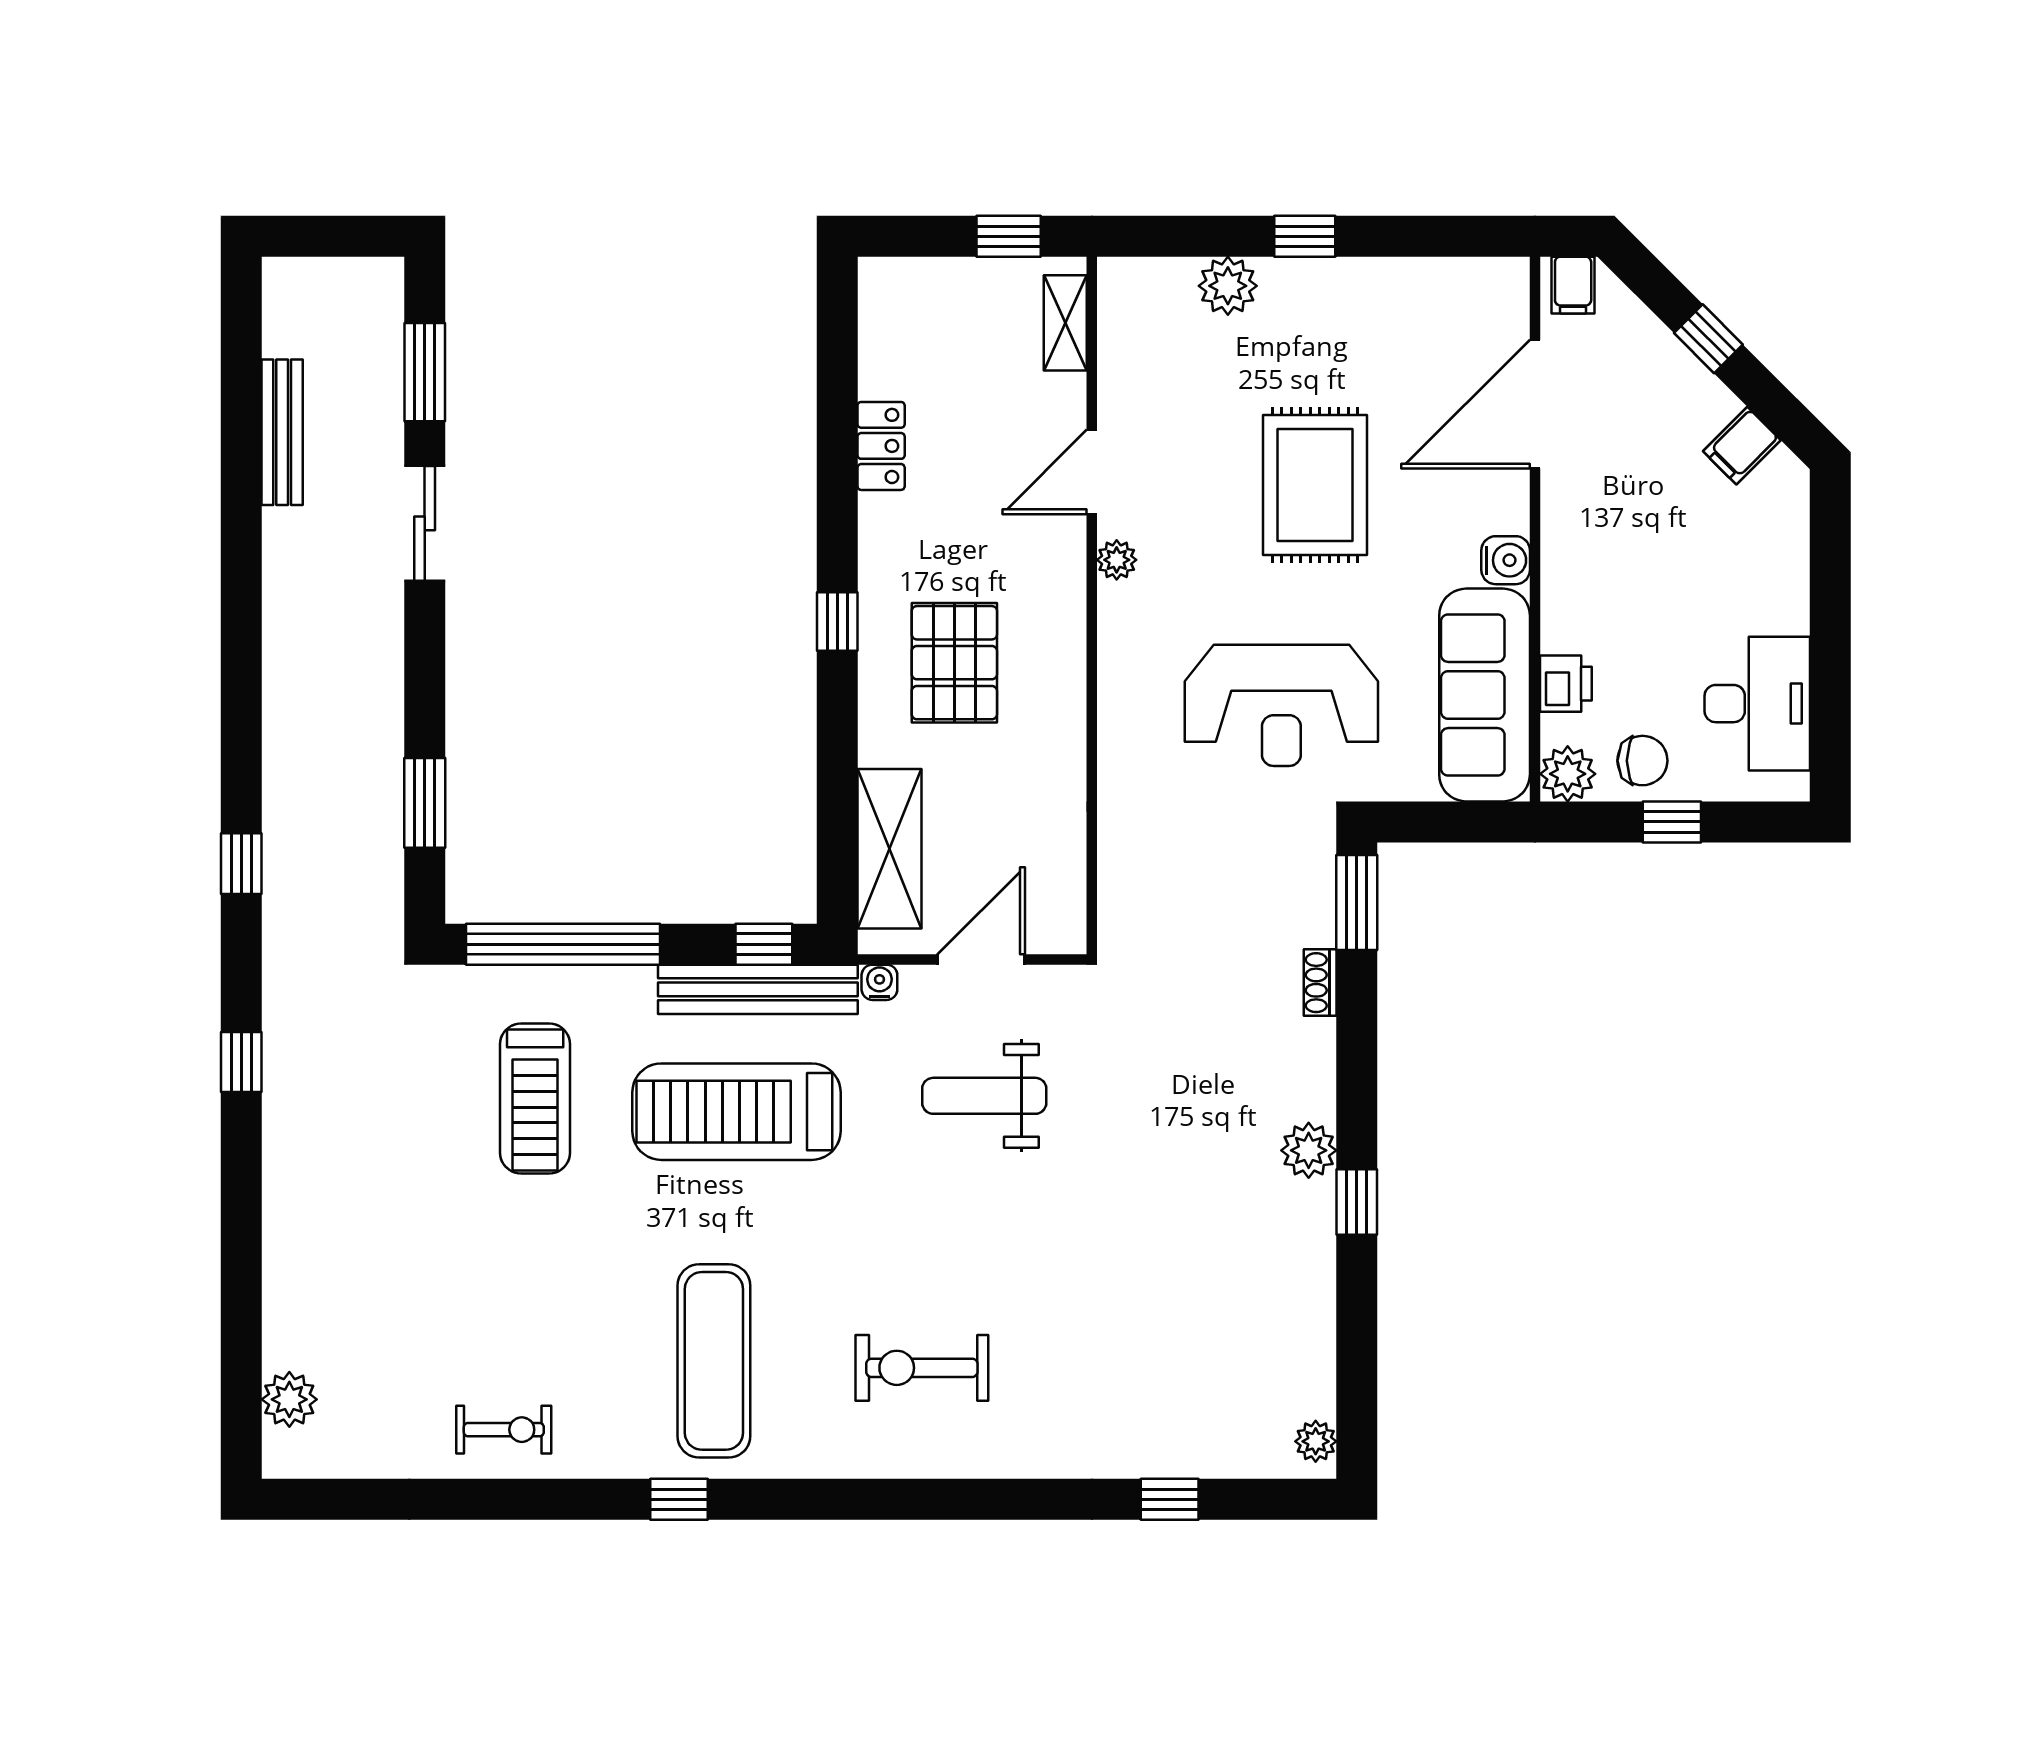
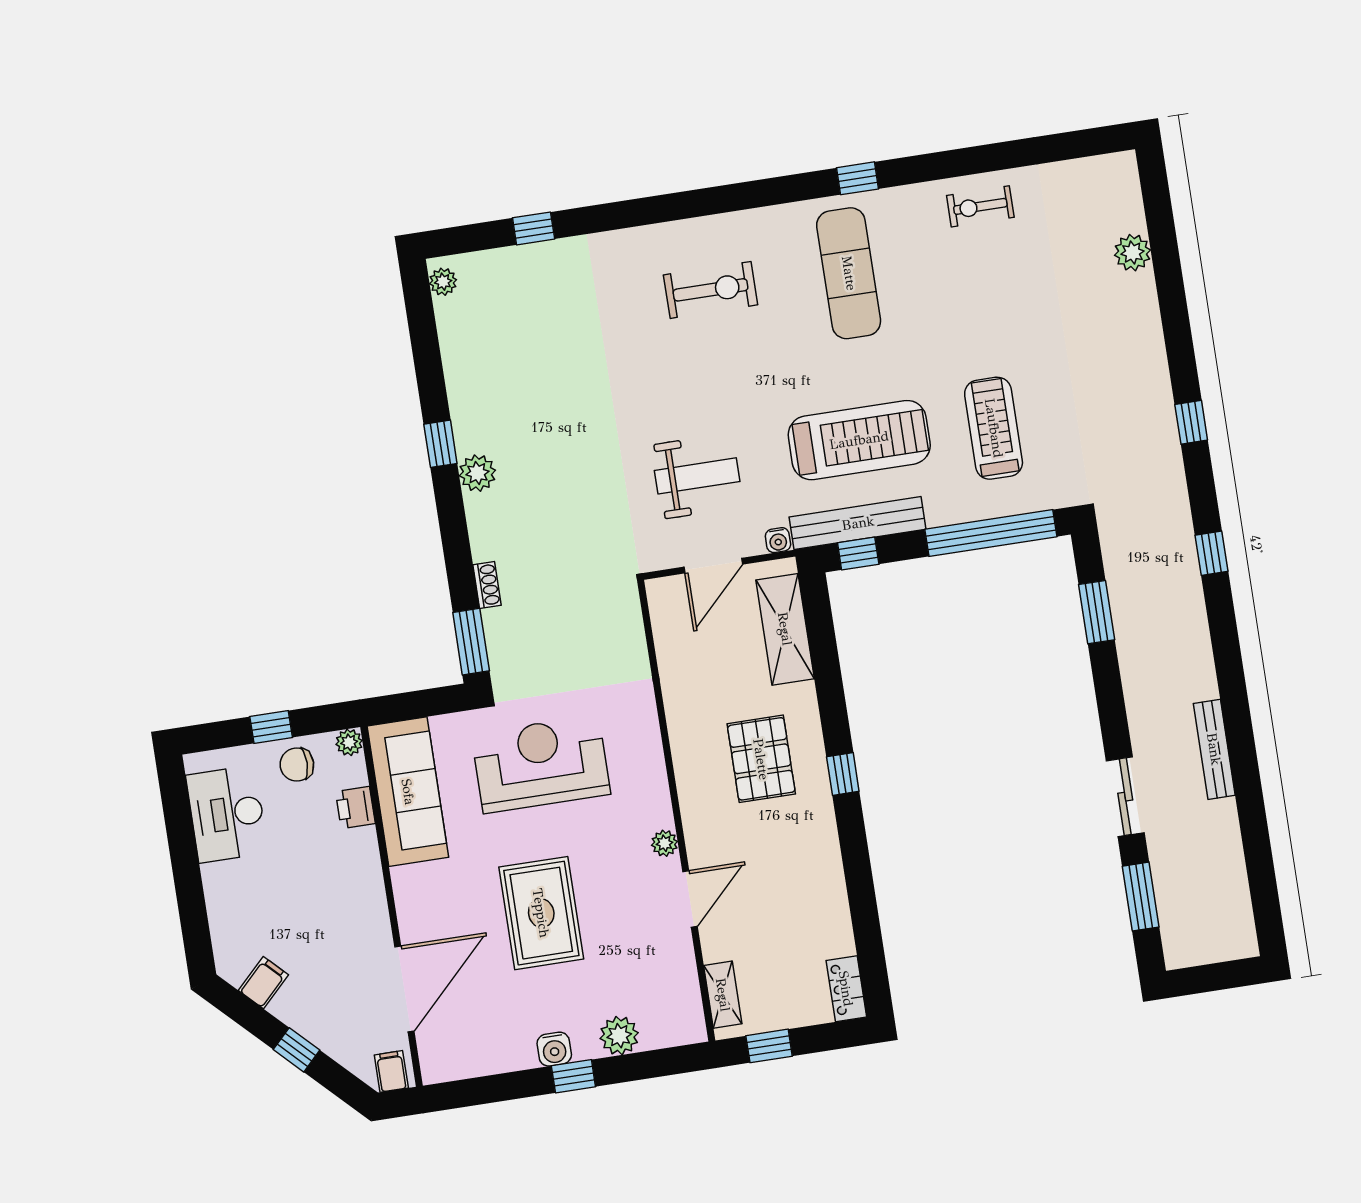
bench: (282, 432) -> (1214, 749), moved
locker: (881, 446) -> (846, 989), moved
water cooler: (1506, 560) -> (554, 1049), moved, turned -90
plant: (1568, 774) -> (349, 742), width x0.73, depth x0.73
plant: (289, 1399) -> (1133, 253), moved

